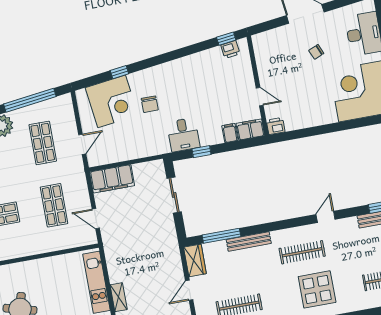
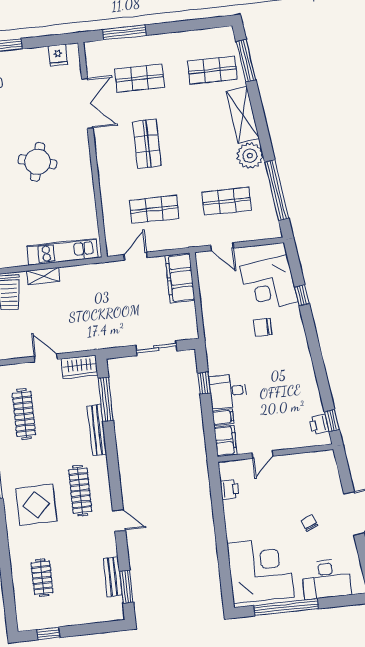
printer: (276, 126) -> (230, 489), moved
desk: (183, 135) -> (228, 391), moved

